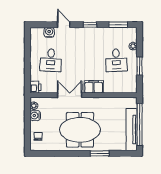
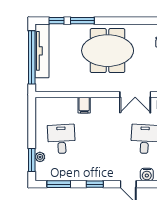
window: (140, 66) -> (32, 160), moved
filing cabinet: (94, 87) -> (84, 105), width x0.50
double door: (70, 95) -> (135, 95), moved
window: (120, 153) -> (57, 21), added

